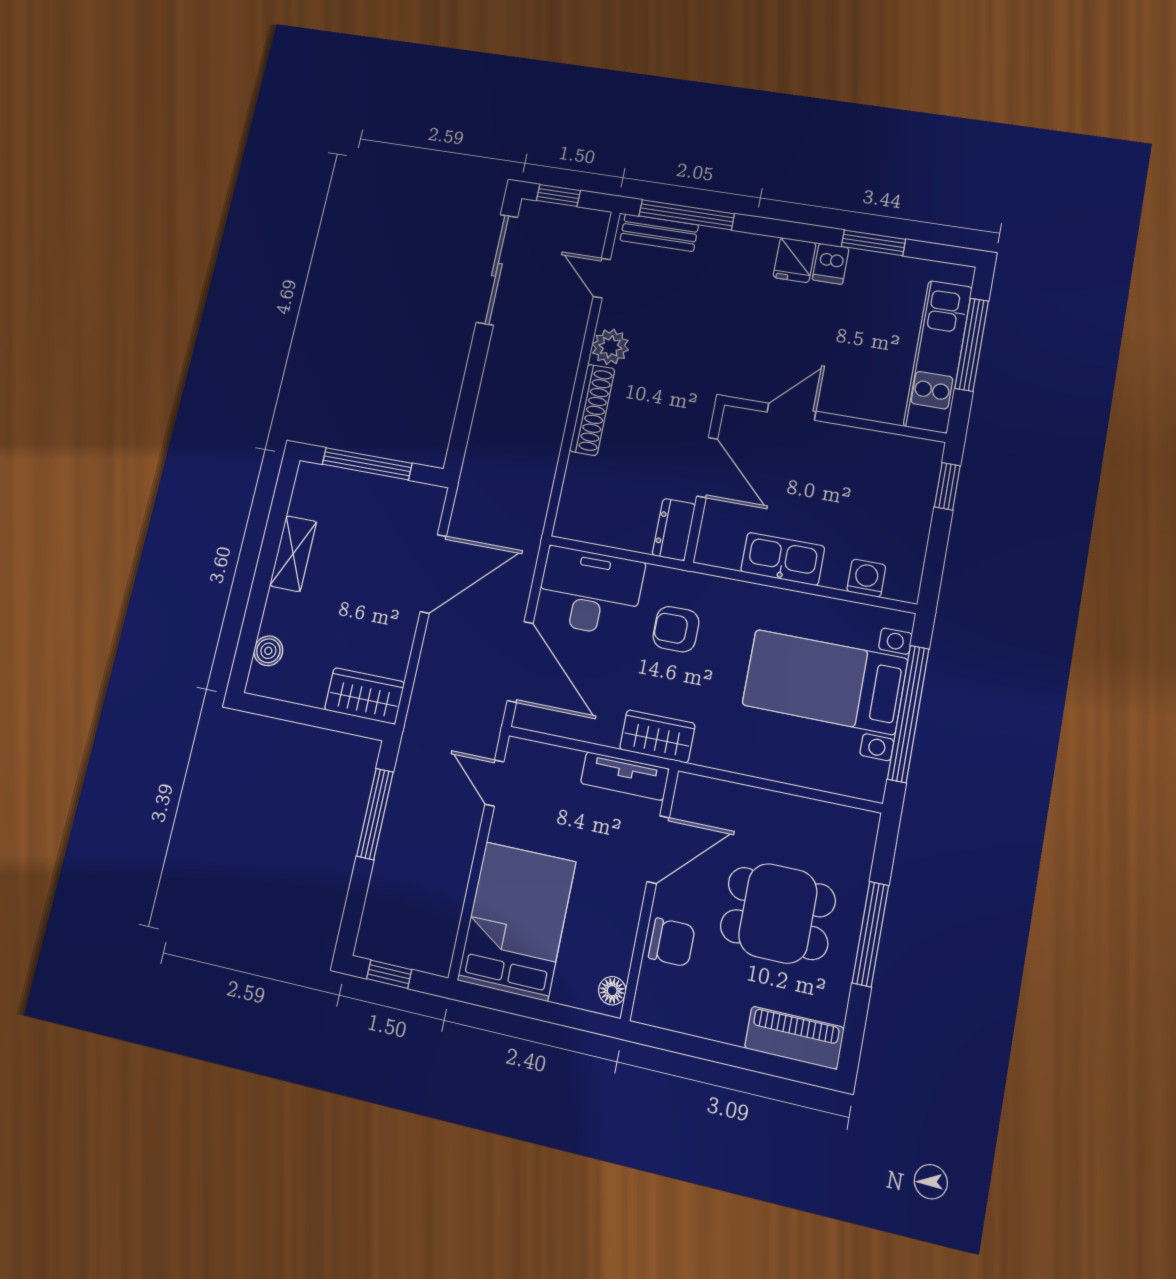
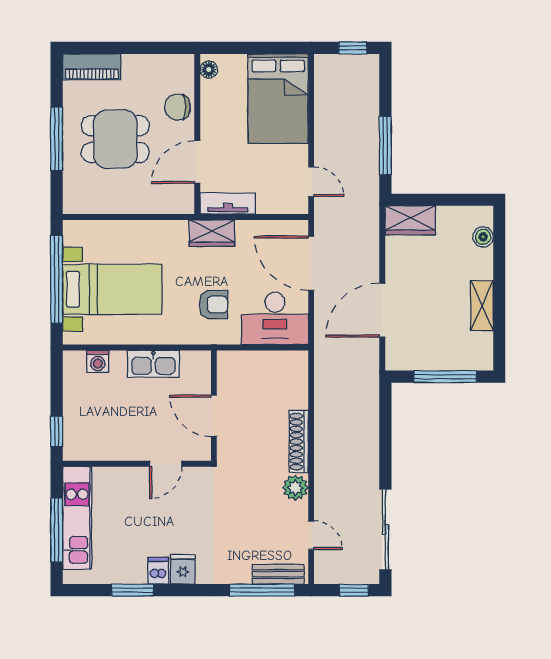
dresser: (674, 530) -> (228, 370), removed

